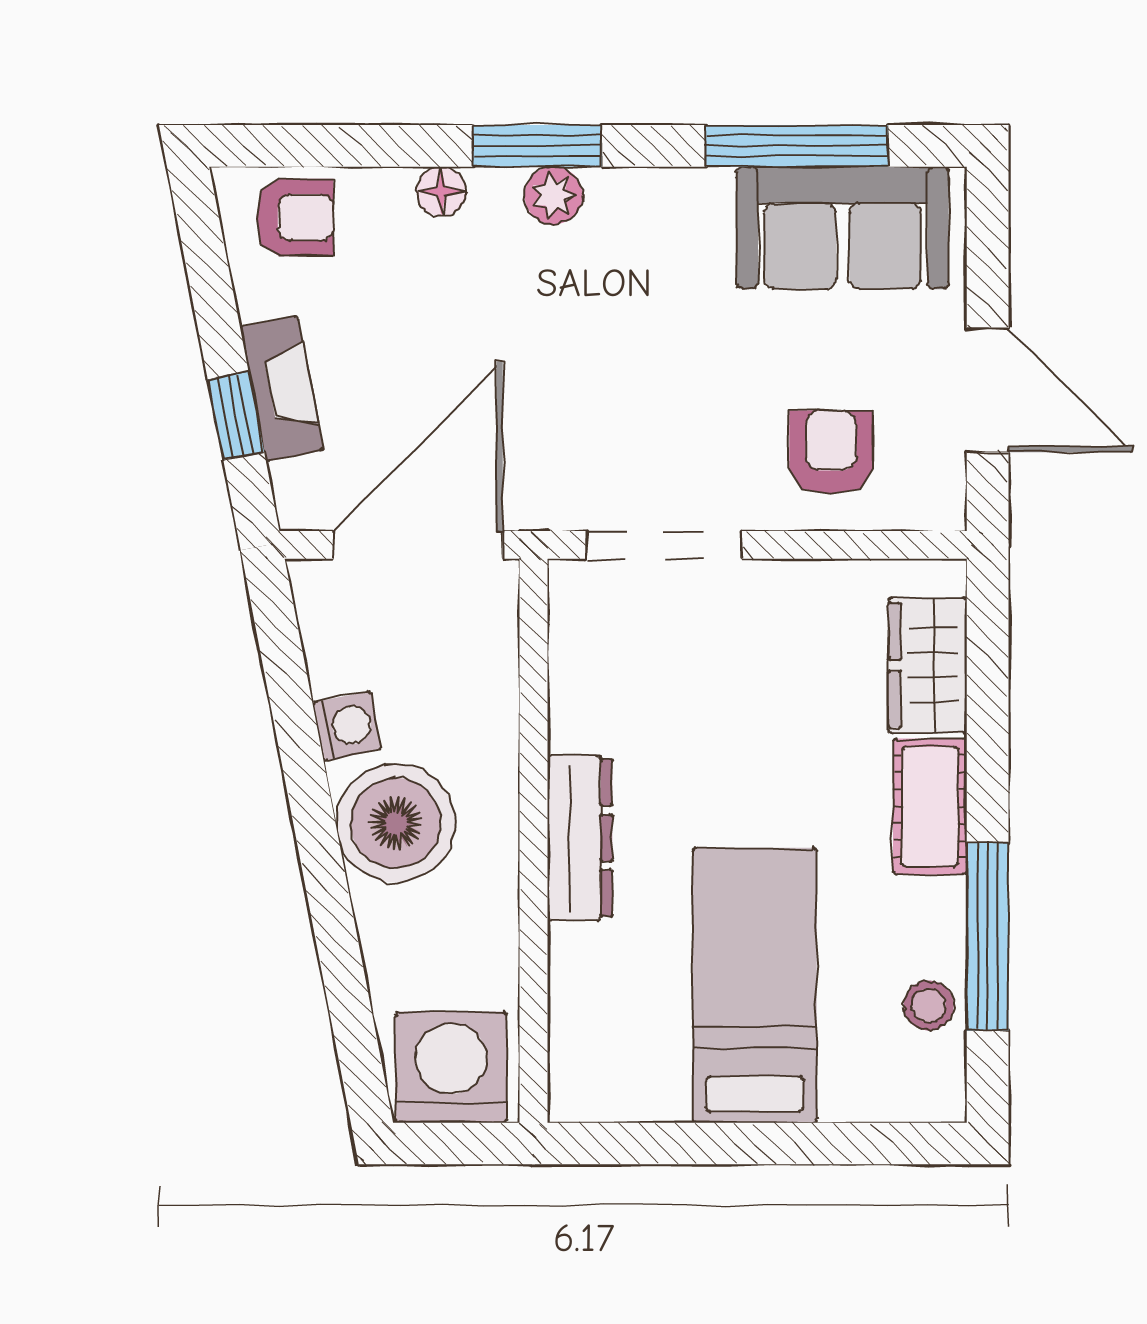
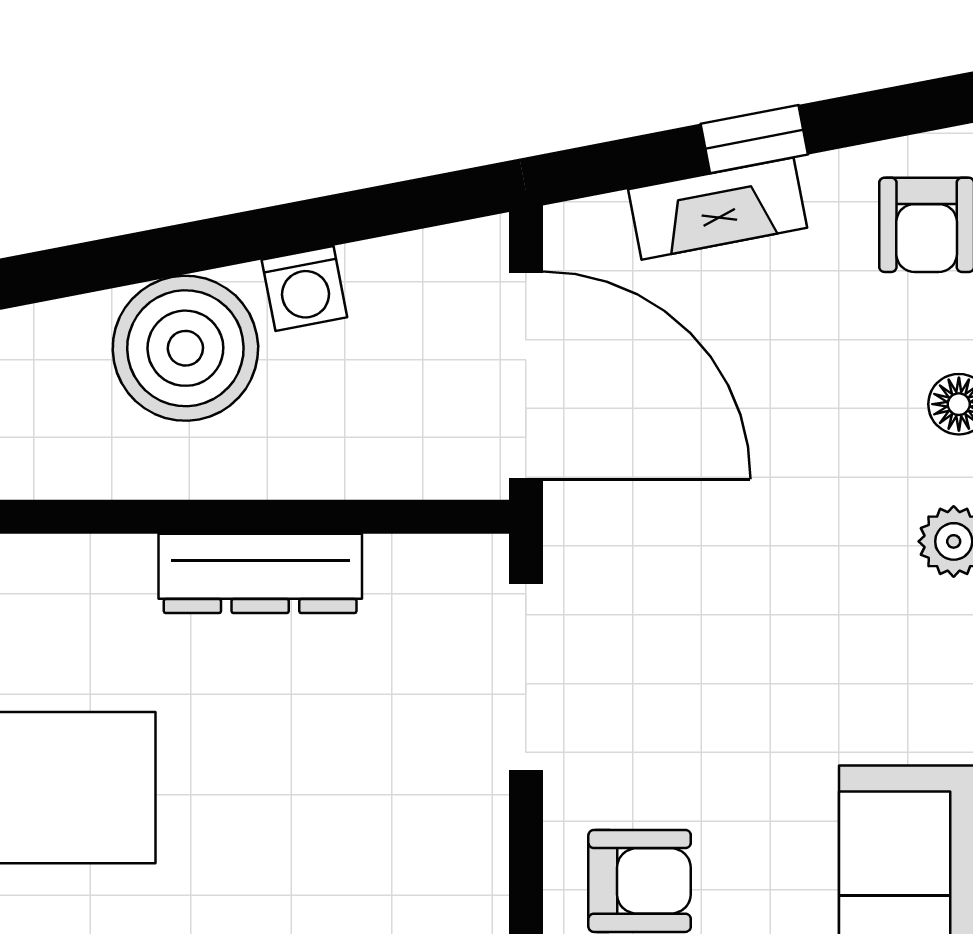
window: (236, 416) -> (754, 139), moved
dresser: (580, 838) -> (260, 573), moved

